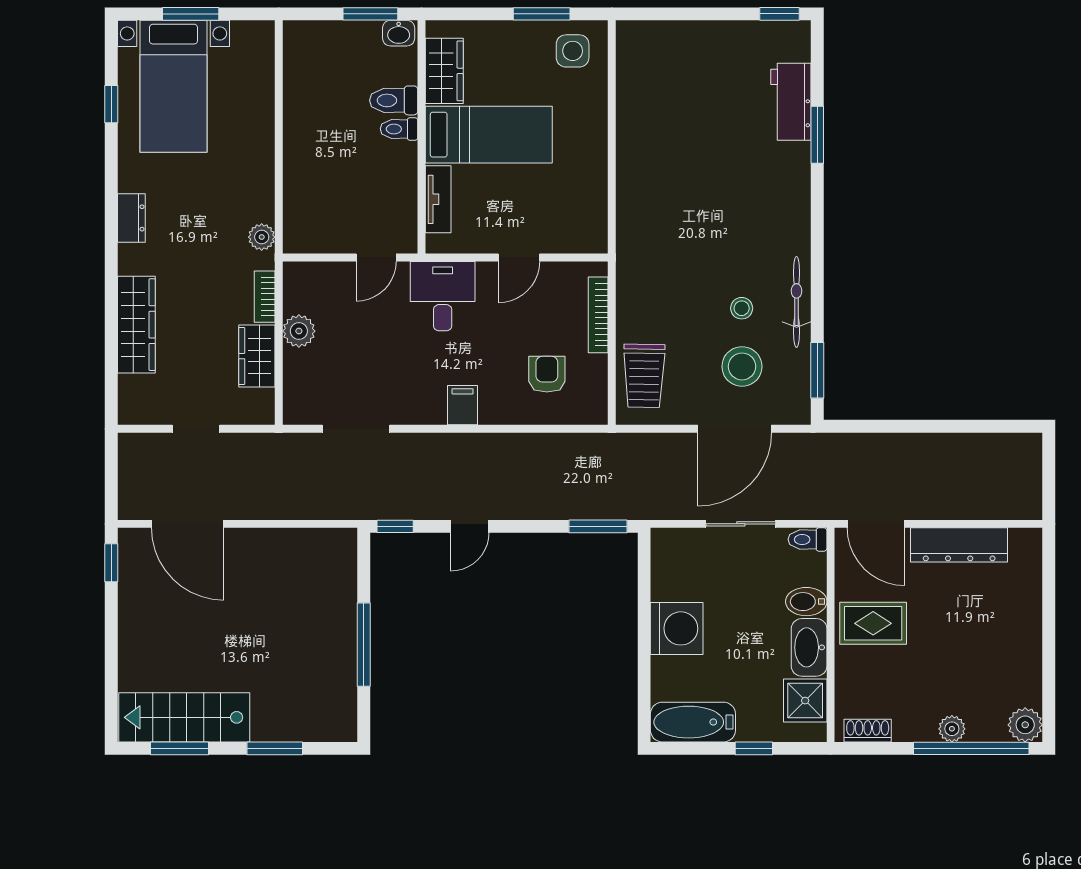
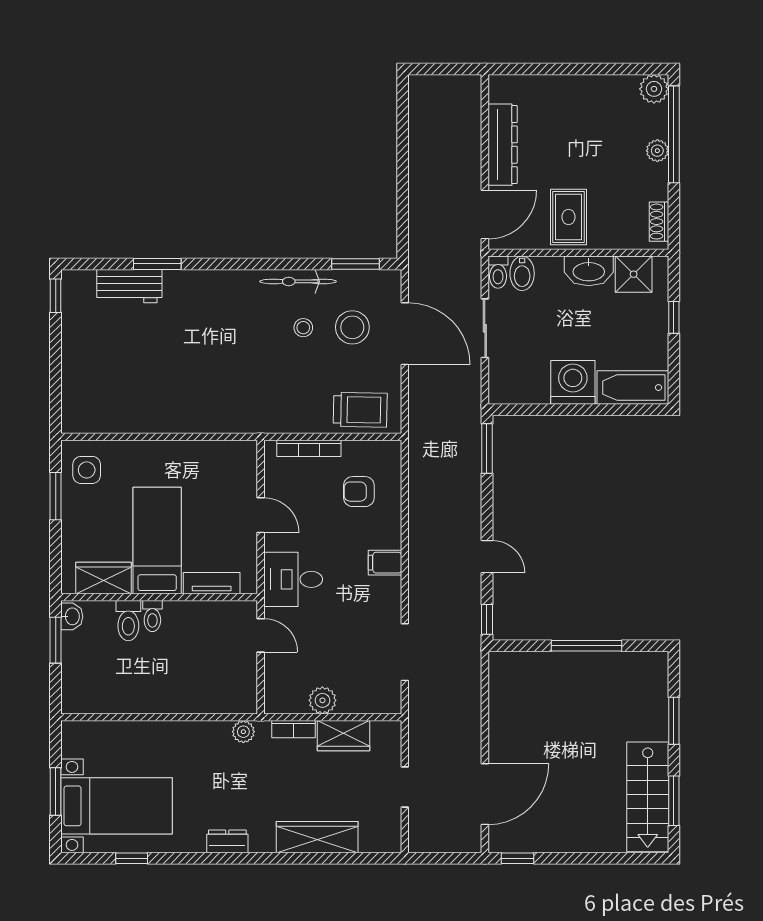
bidet: (806, 602) -> (522, 273), moved
bathtub: (693, 722) -> (633, 388), moved, turned 90

